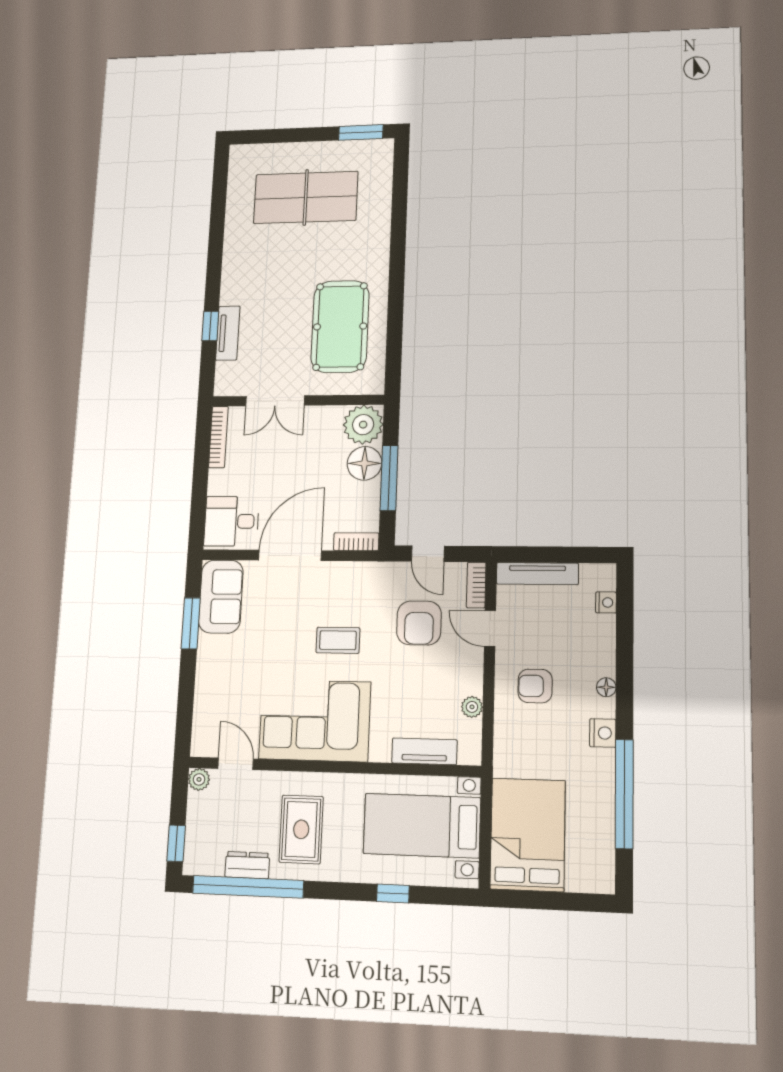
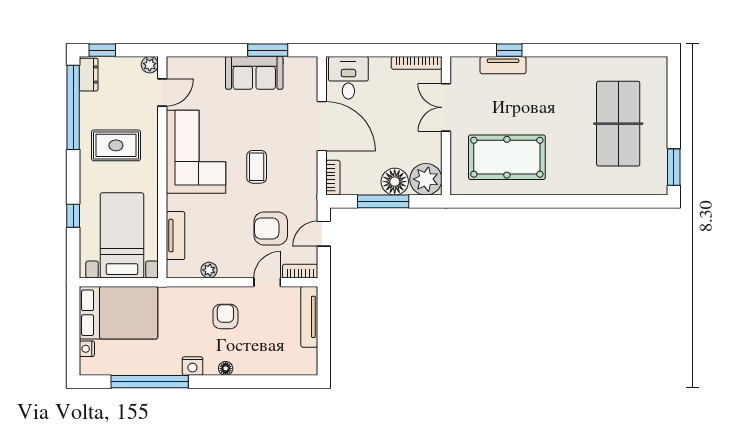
sofa: (221, 597) -> (254, 73), moved
nightstand: (606, 602) -> (87, 349), moved, turned 90
dresser: (247, 865) -> (89, 75), moved

